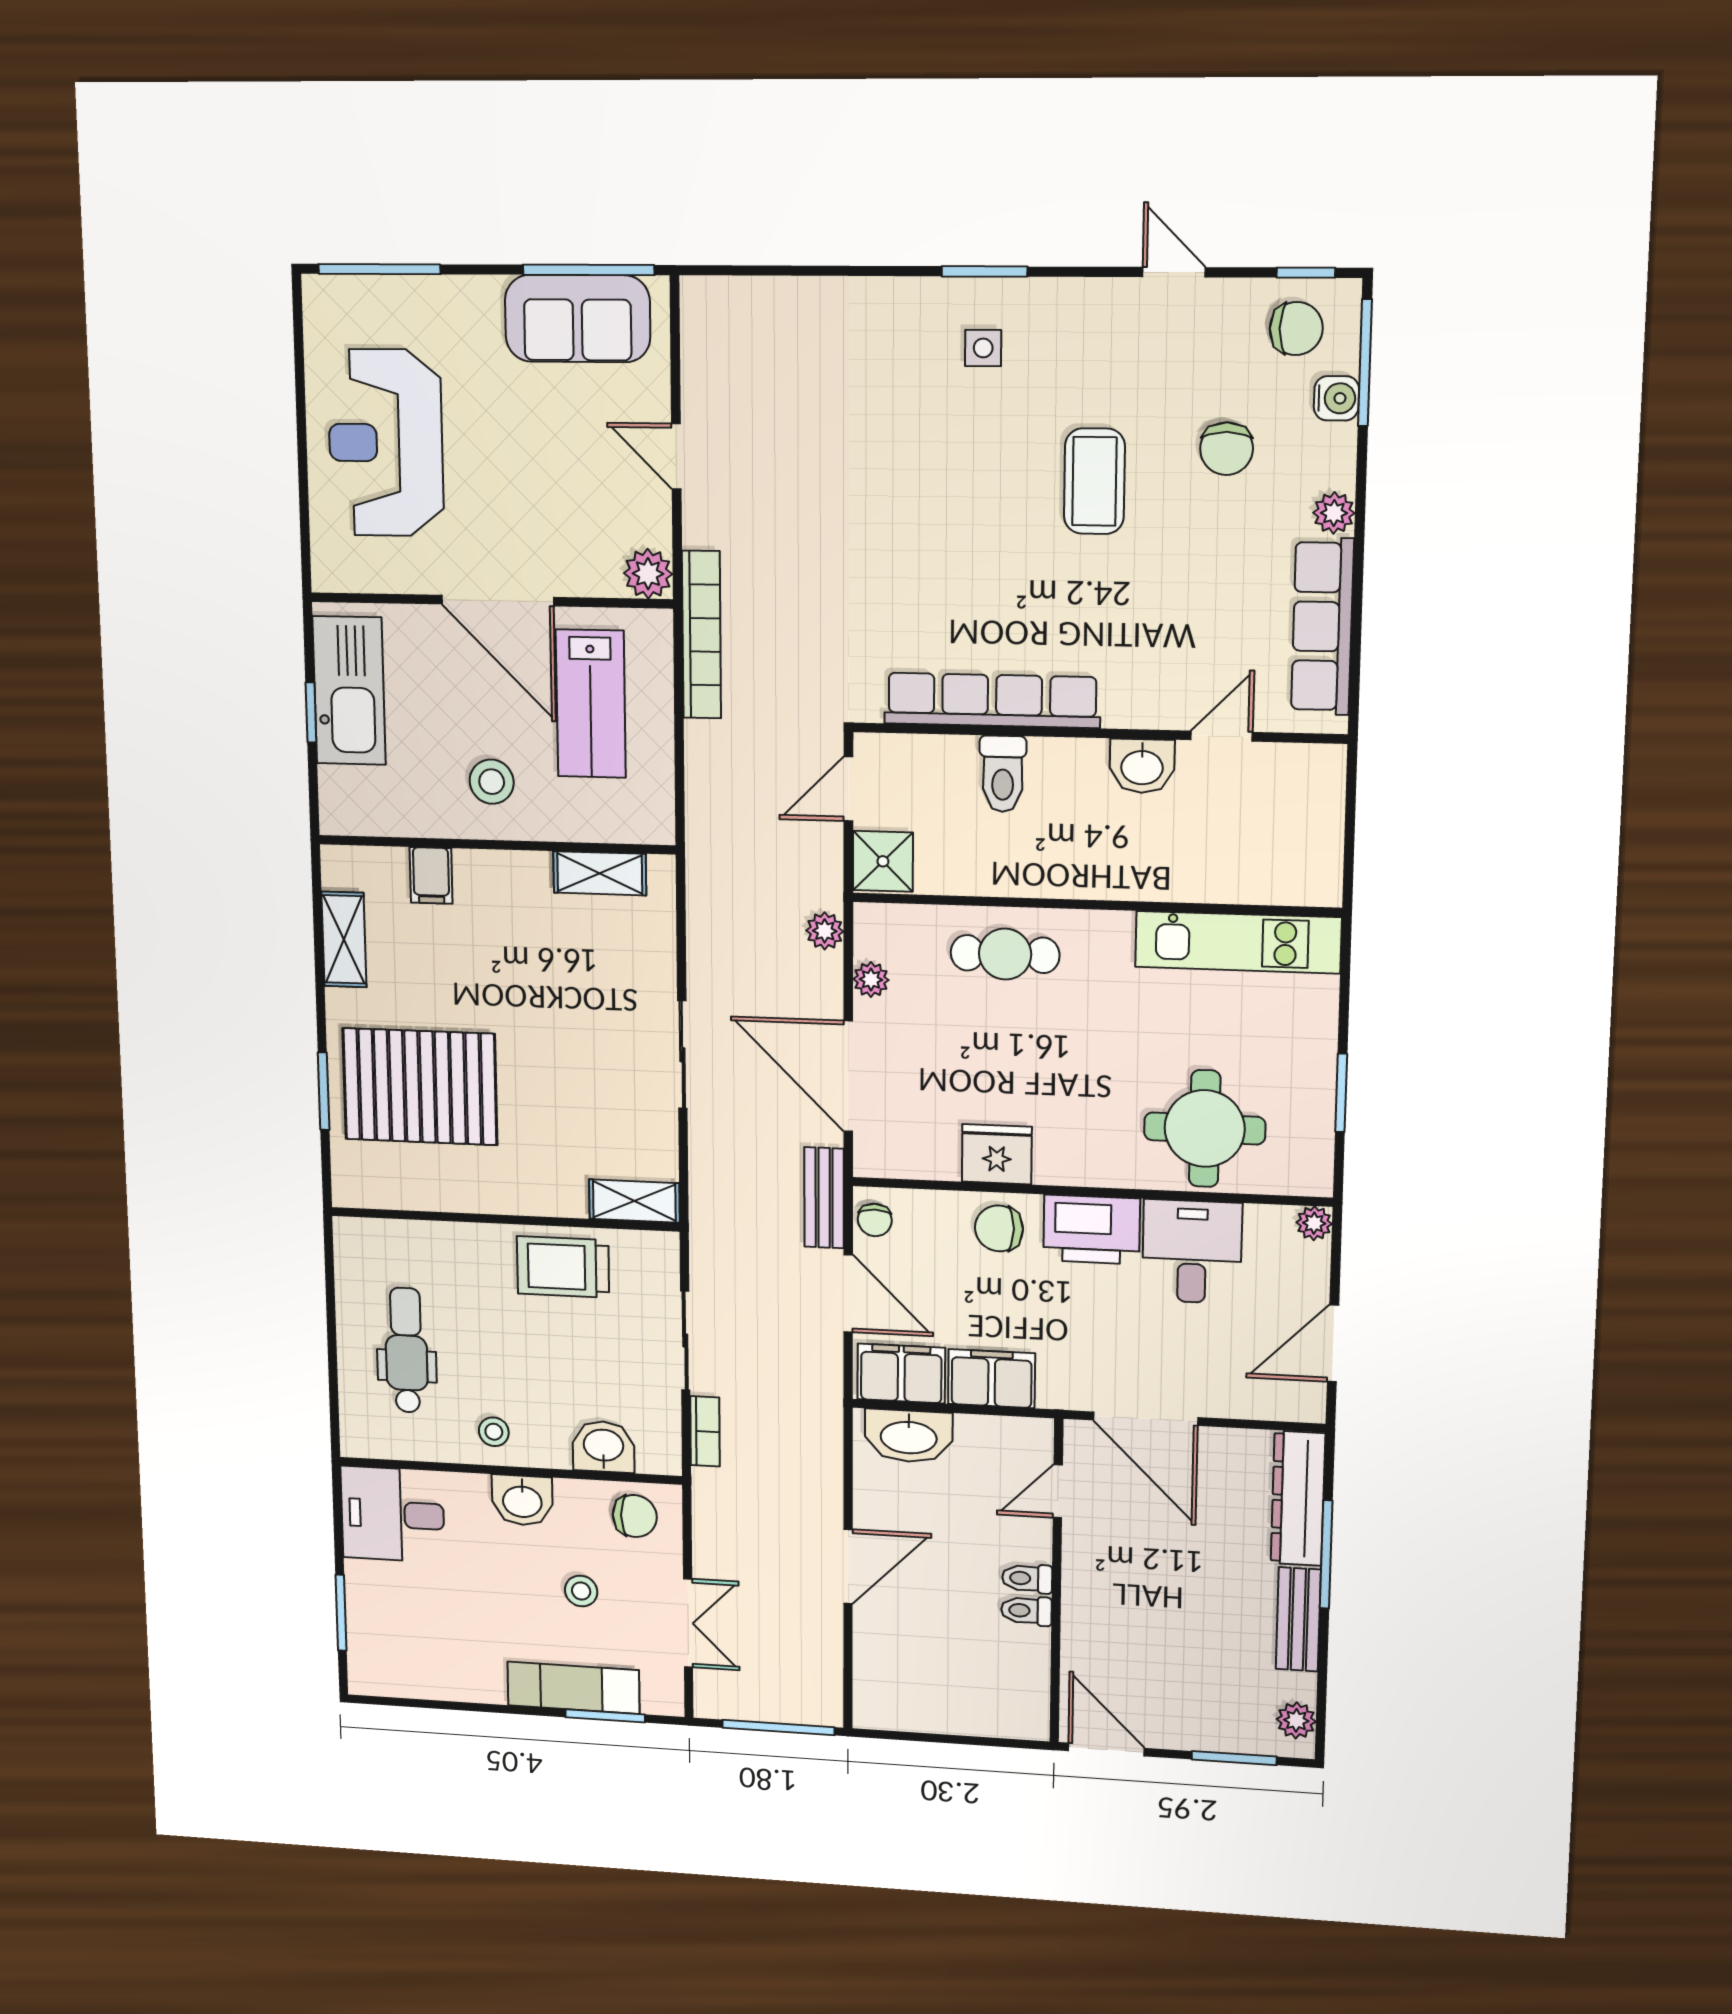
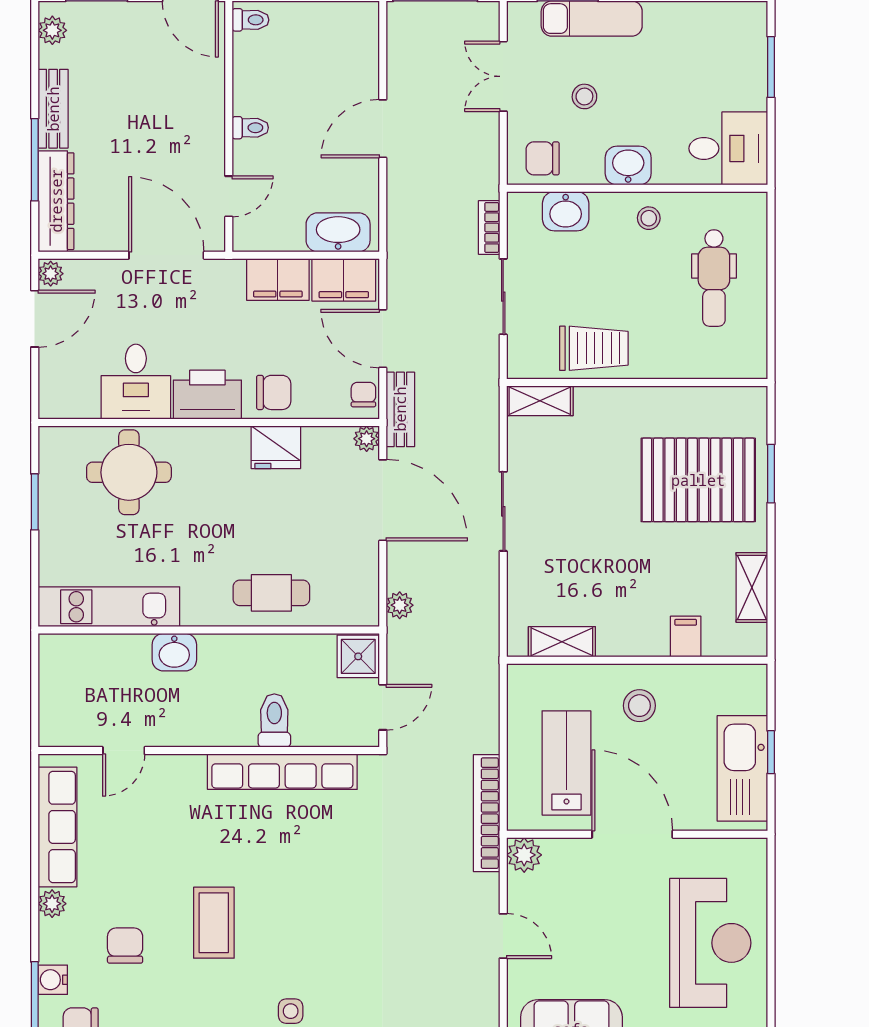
washbasin: (1142, 766) -> (174, 652), moved, turned 180
plant: (871, 980) -> (367, 439), moved
plant: (1314, 1223) -> (51, 274), moved
toilet: (1026, 1611) -> (251, 20), moved

